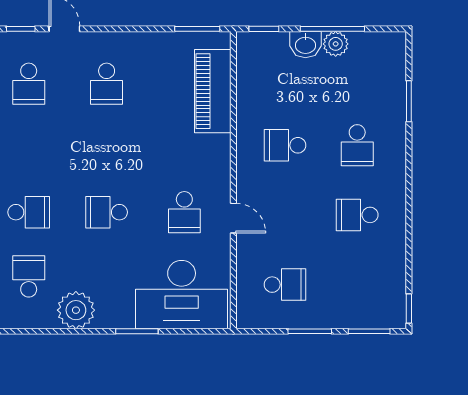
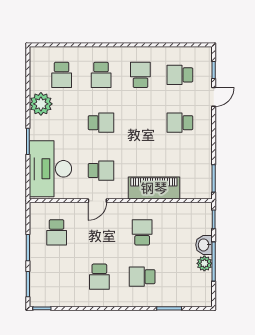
piano: (213, 91) -> (154, 188), moved
school desk: (29, 148) -> (140, 75), added
school desk: (107, 212) -> (101, 123), turned 90
school desk: (184, 212) -> (101, 171), turned 180
school desk: (357, 215) -> (99, 277), turned 180
school desk: (29, 276) -> (62, 75), turned 90

